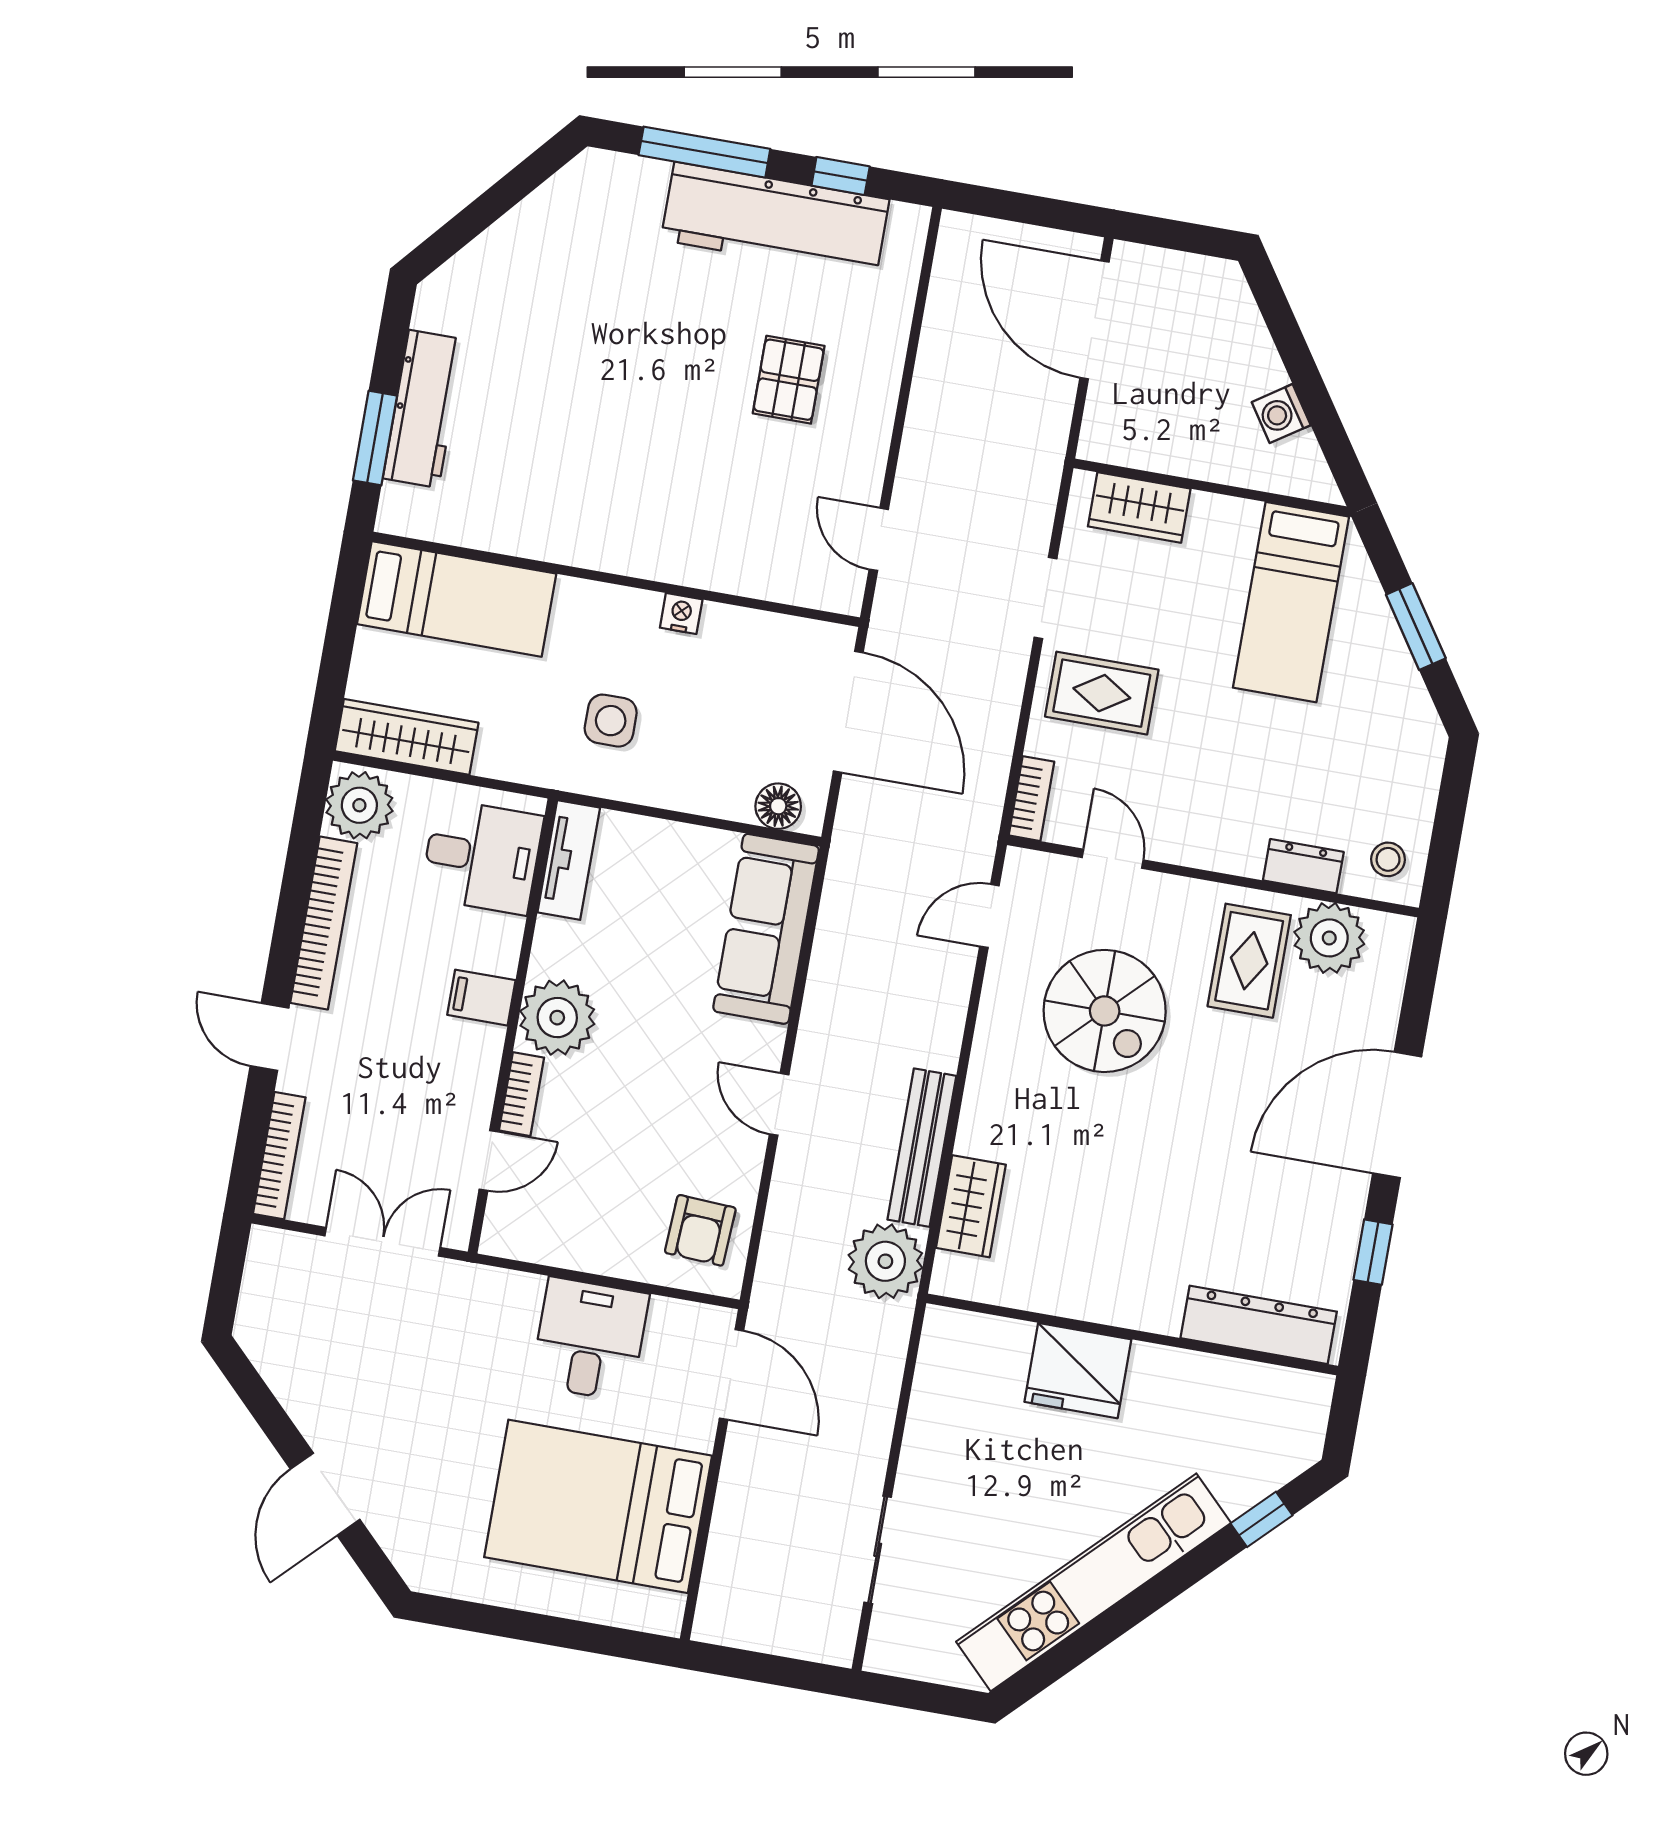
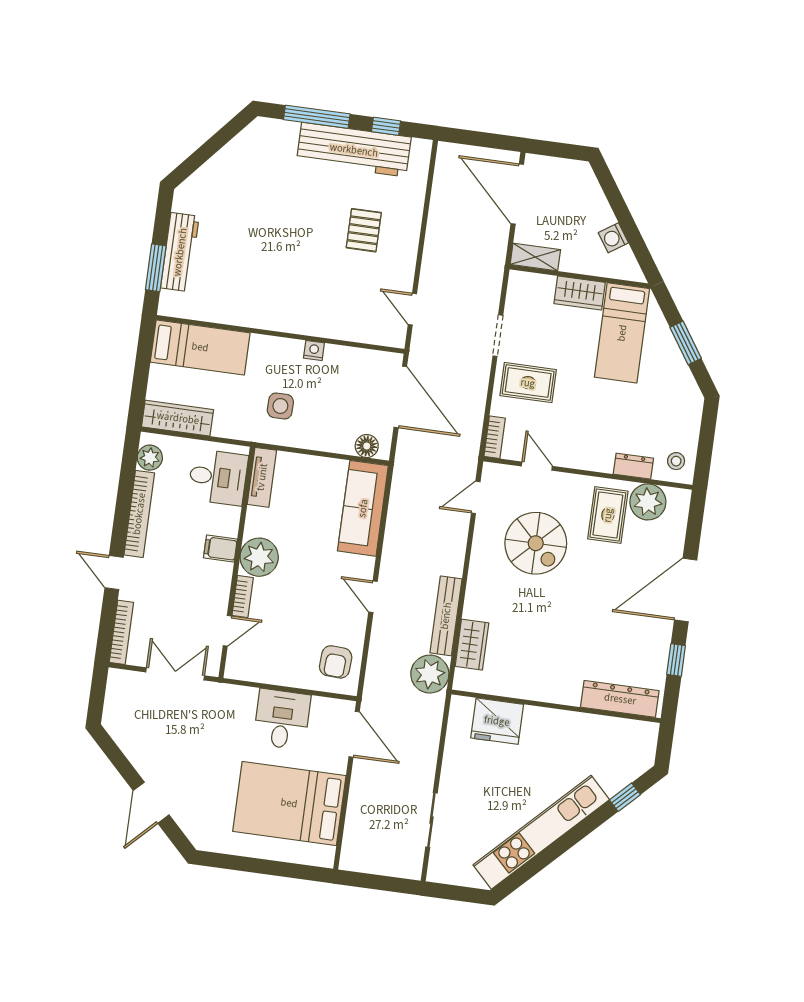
shelving: (1126, 446) -> (535, 257), added
wardrobe: (1139, 508) -> (580, 293), moved
plant: (359, 805) -> (150, 458), width x0.73, depth x0.73
fridge: (1078, 1371) -> (497, 721), moved

